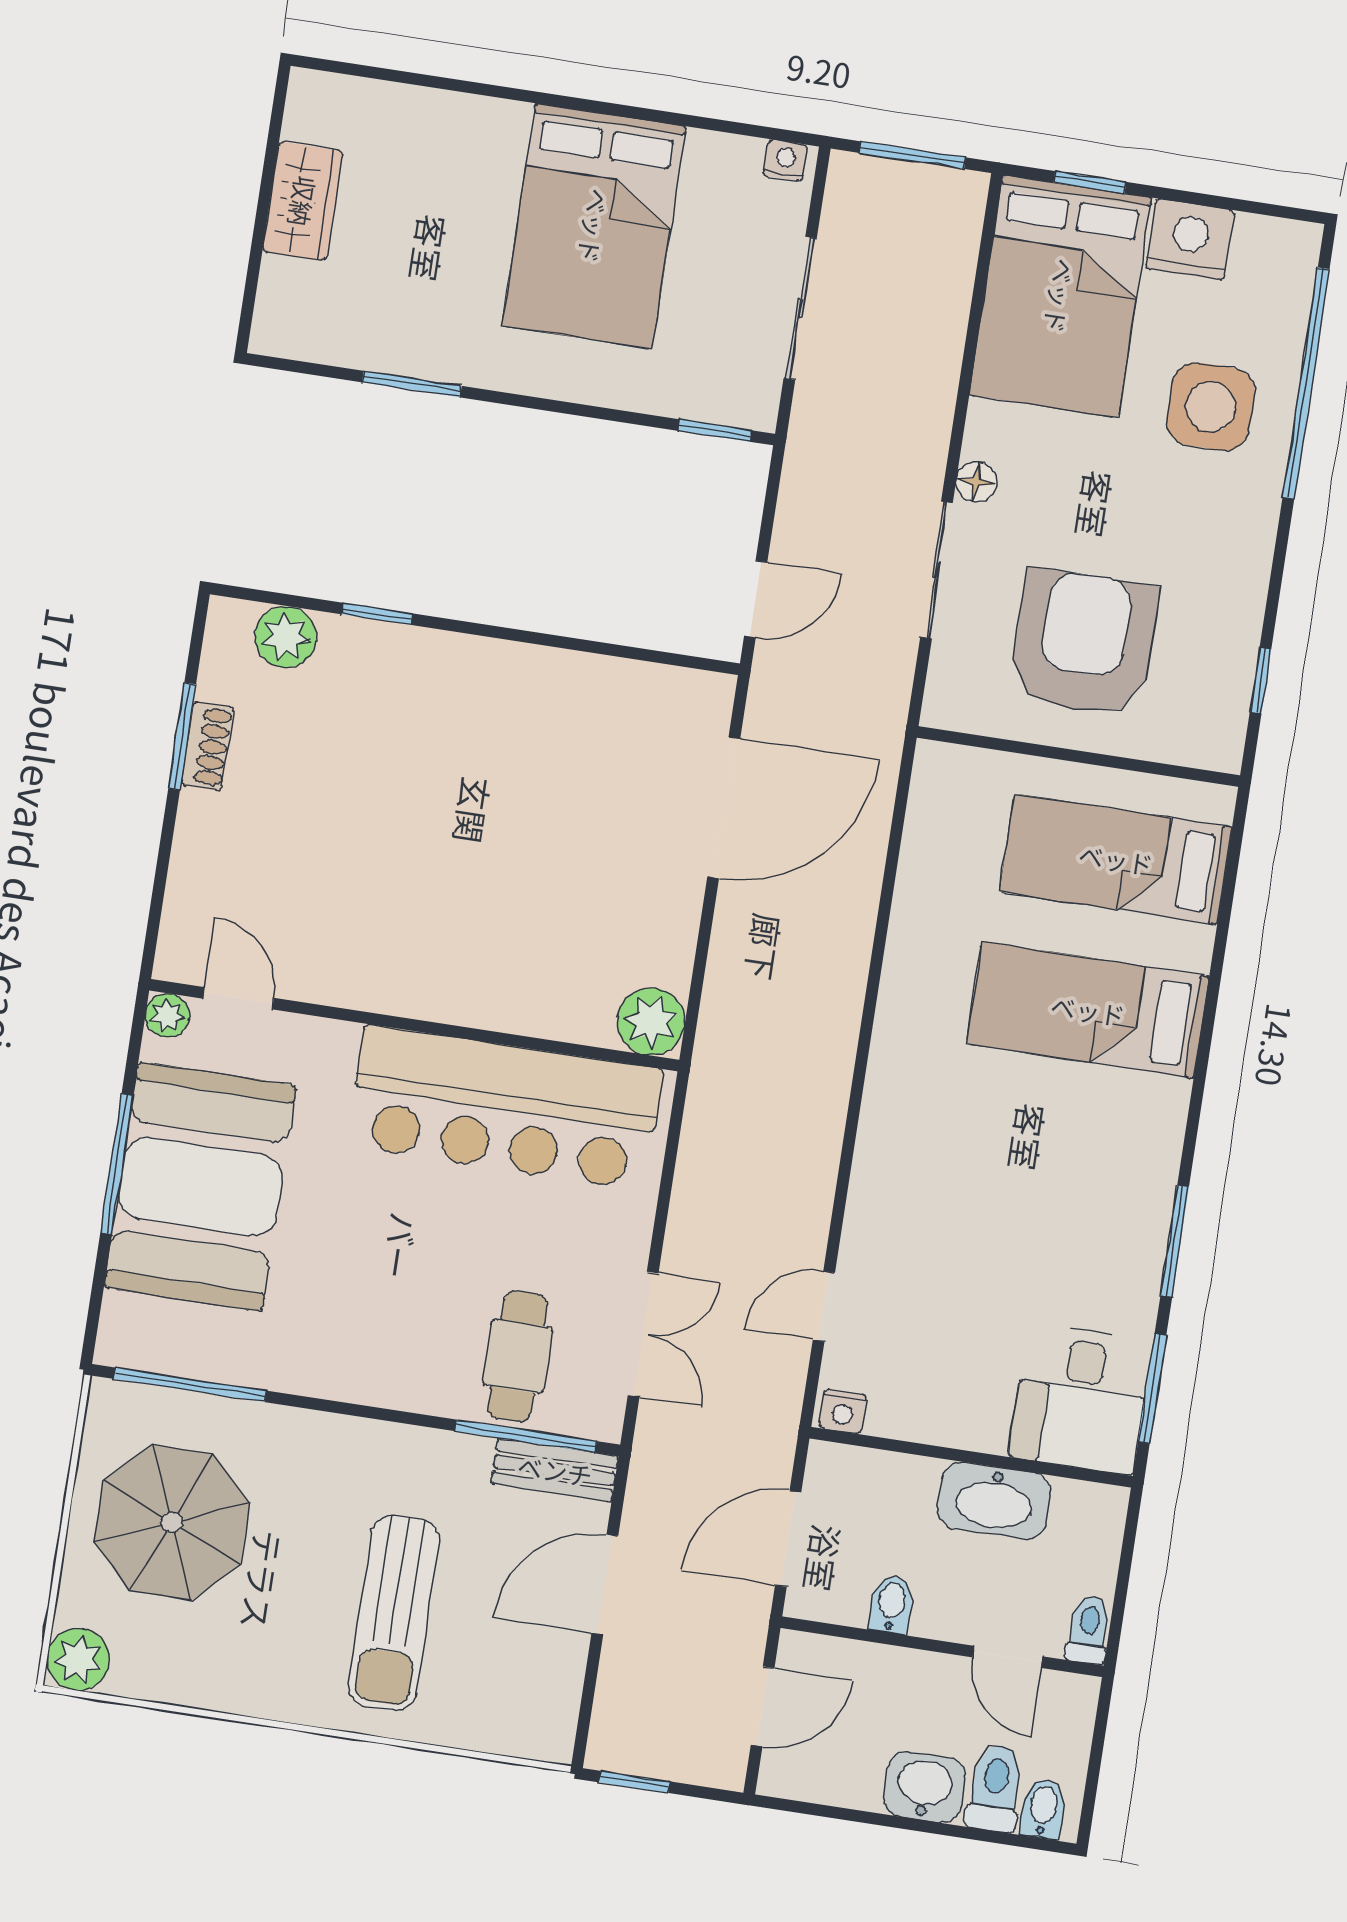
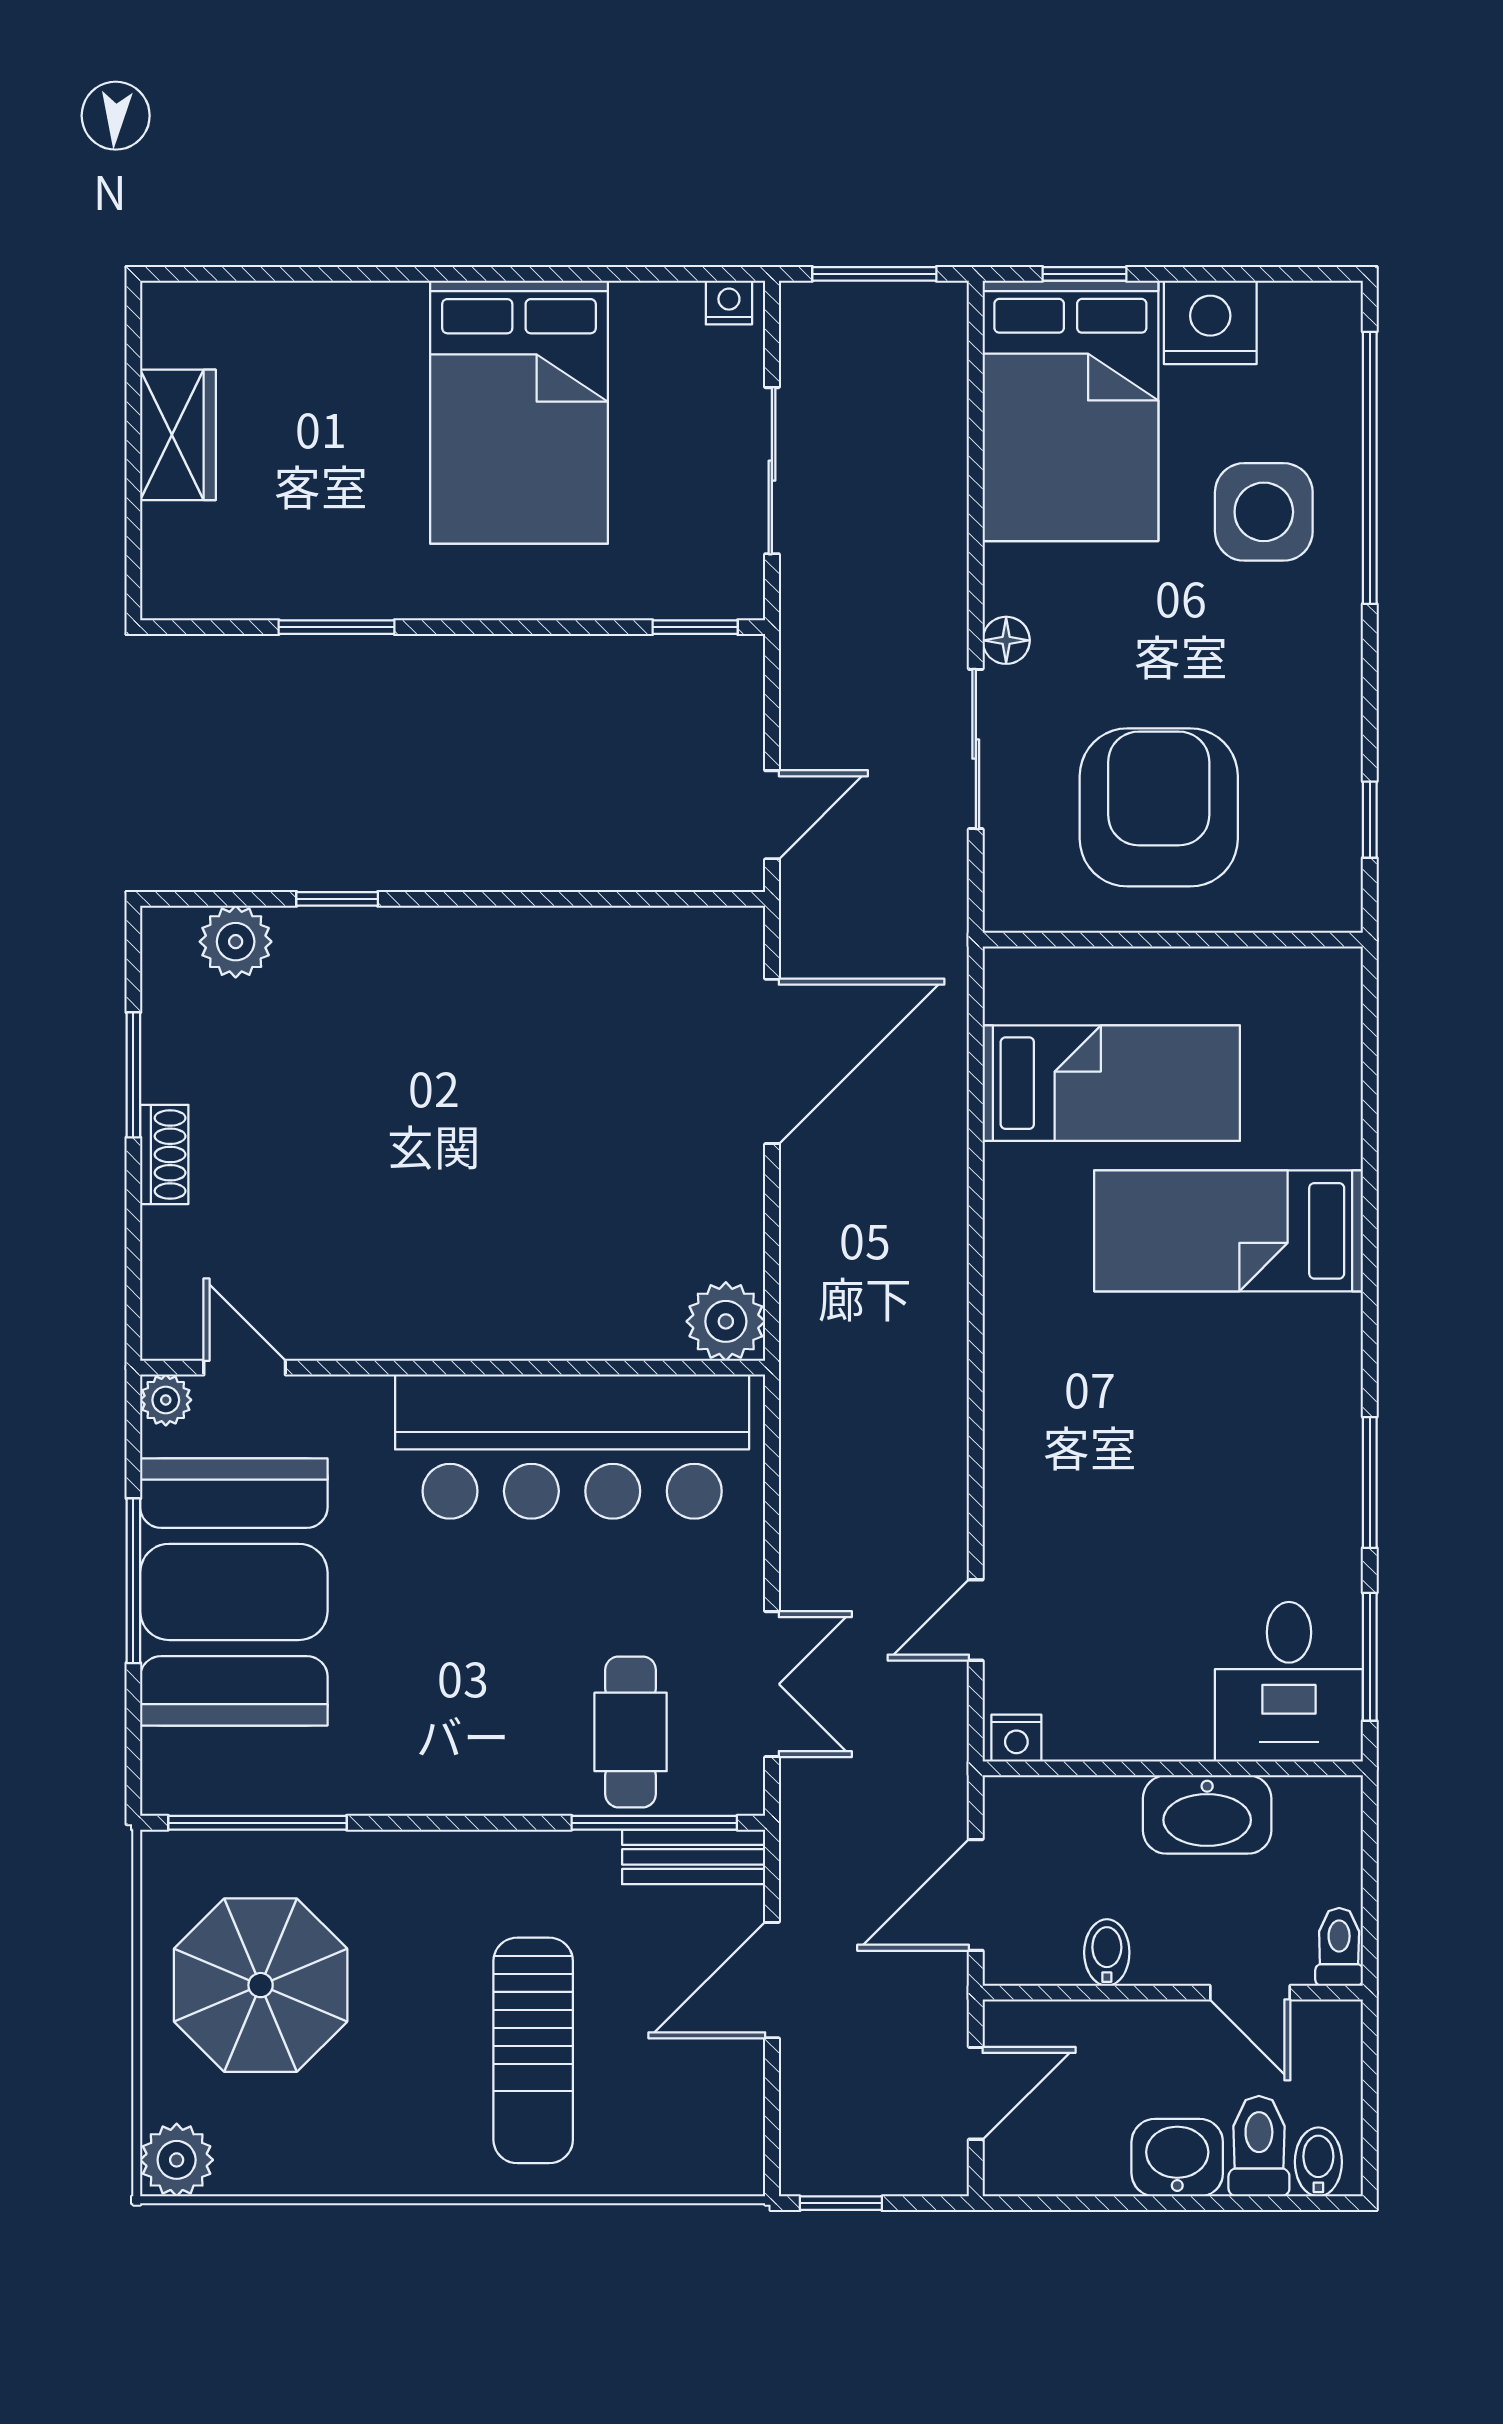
shoe rack: (207, 746) -> (164, 1154), moved
bed: (1116, 859) -> (1111, 1083), moved, turned 180

